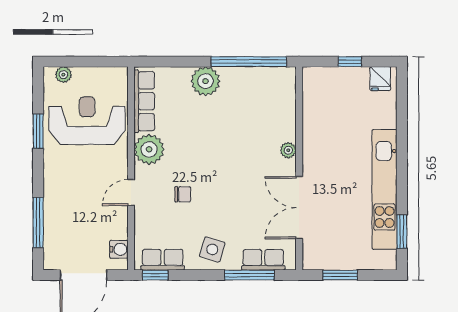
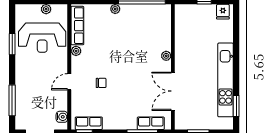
plant: (63, 75) -> (46, 9), moved
plant: (206, 81) -> (115, 9), width x0.53, depth x0.53
reception desk: (87, 121) -> (42, 38), turned 180
plant: (149, 149) -> (76, 51), width x0.53, depth x0.53
side table: (212, 249) -> (119, 117), removed

